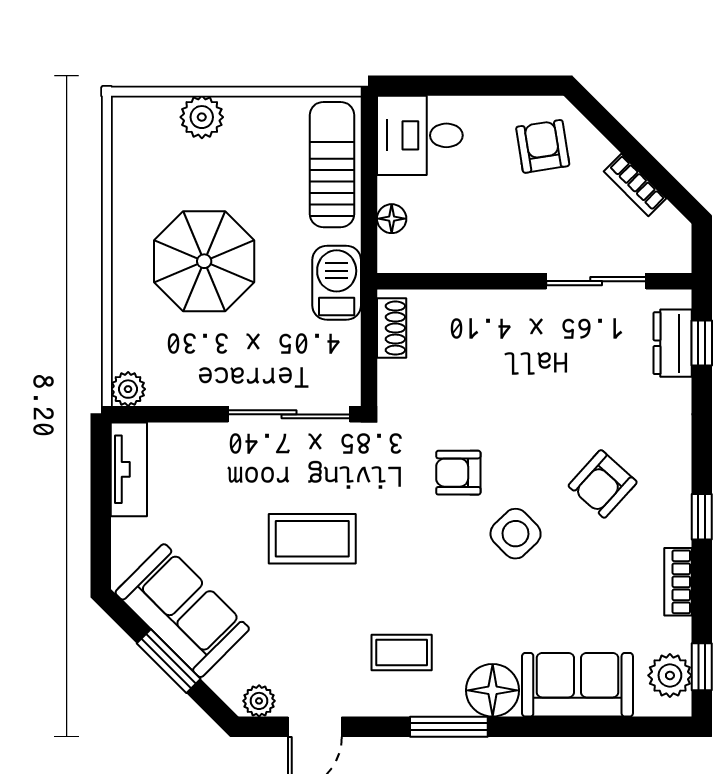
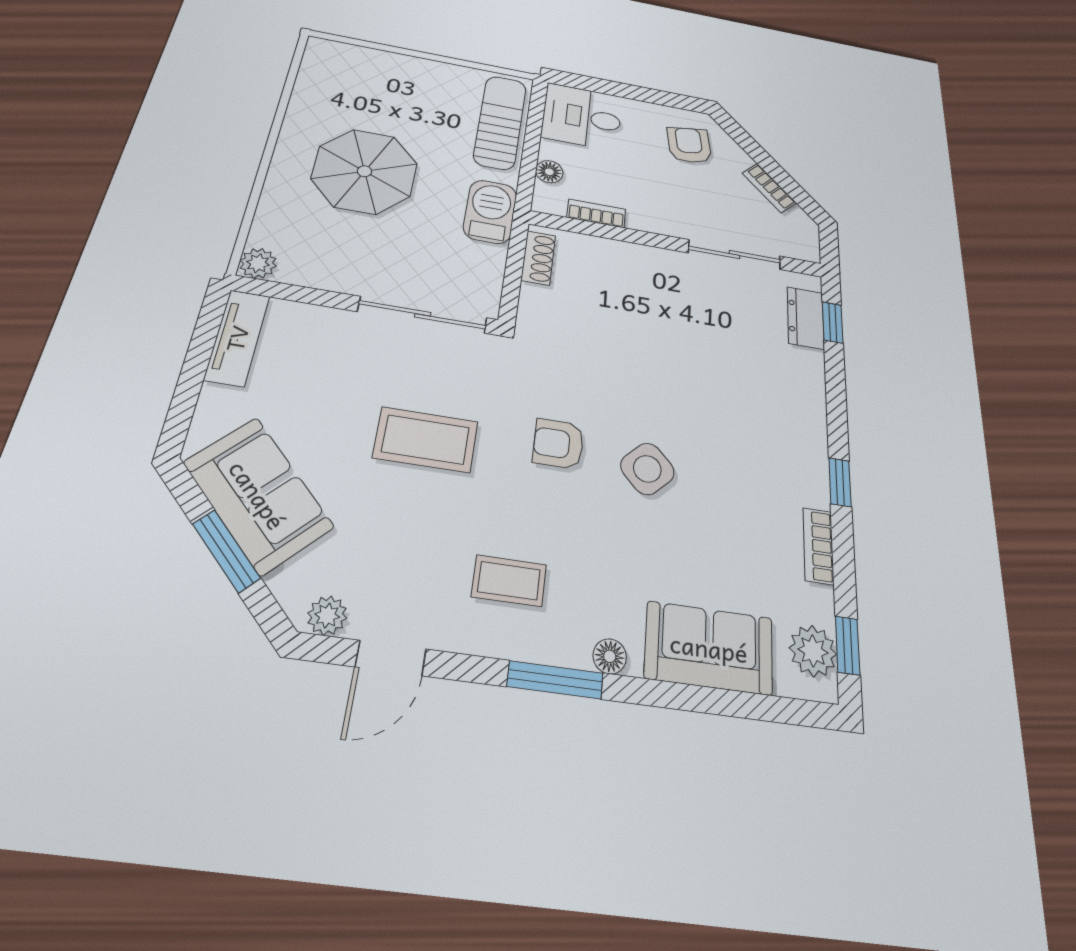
plant: (202, 117) -> (388, 66), removed
bookcase: (446, 261) -> (596, 213), added
armchair: (458, 473) -> (558, 444), moved
armchair: (603, 484) -> (739, 434), removed
floor lamp: (493, 690) -> (610, 656), width x0.53, depth x0.53

